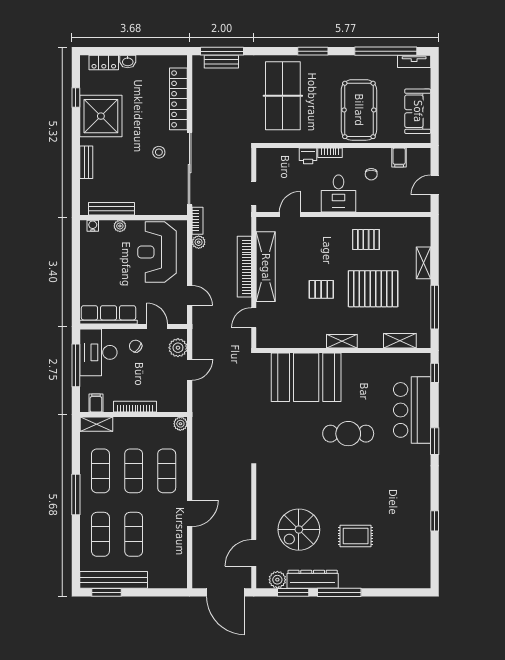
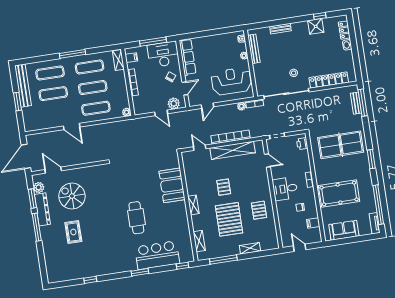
shower: (101, 116) -> (316, 26), width x0.54, depth x0.54
printer: (308, 156) -> (302, 144), moved
booth: (306, 377) -> (172, 185), width x0.73, depth x0.70
window: (106, 592) -> (17, 102), moved

